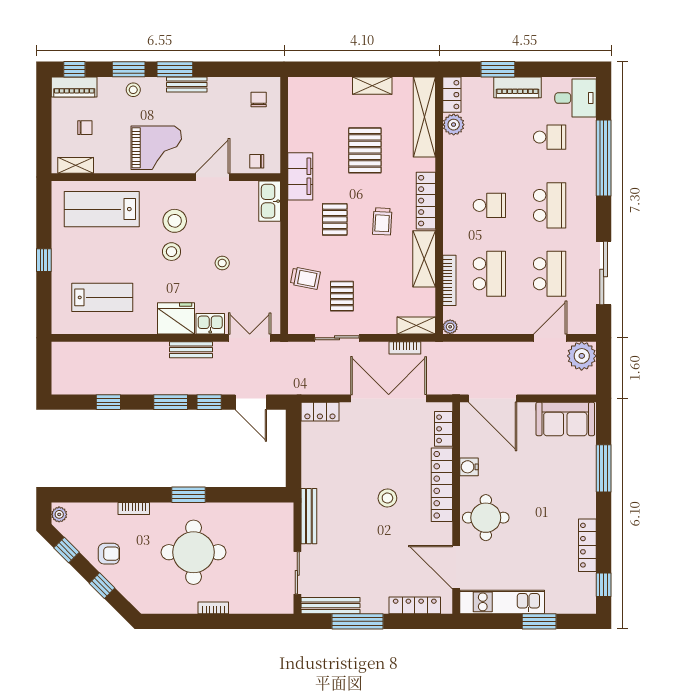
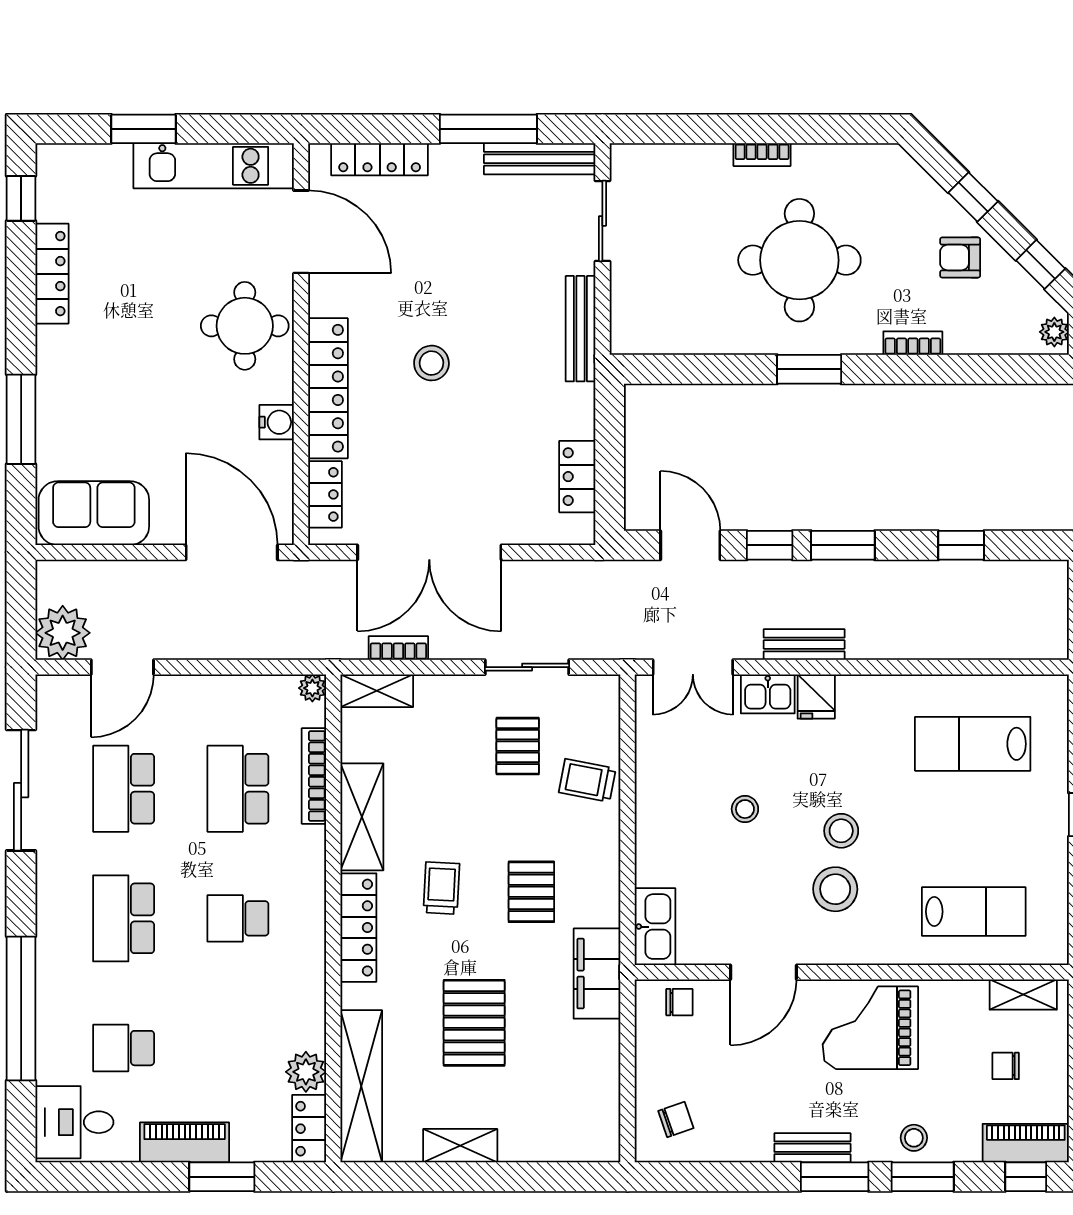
chair: (259, 99) -> (676, 1120), turned -109
lab bench: (102, 209) -> (974, 912), width x0.73, depth x0.72
fridge: (176, 318) -> (816, 697), width x0.53, depth x0.75
locker: (320, 412) -> (577, 477), moved, turned -90

